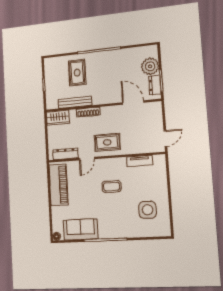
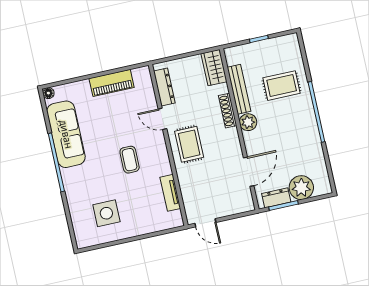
plant: (98, 99) -> (248, 122), added
piano: (59, 185) -> (112, 83), width x0.73, depth x0.75
sofa: (81, 229) -> (66, 134), width x1.36

